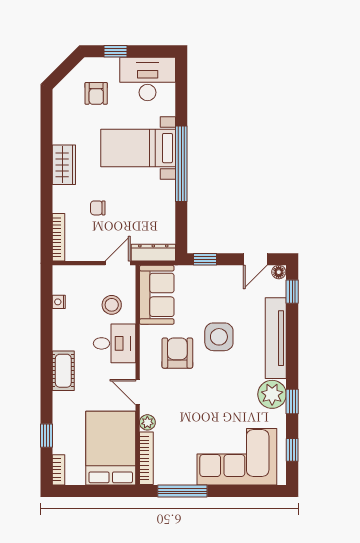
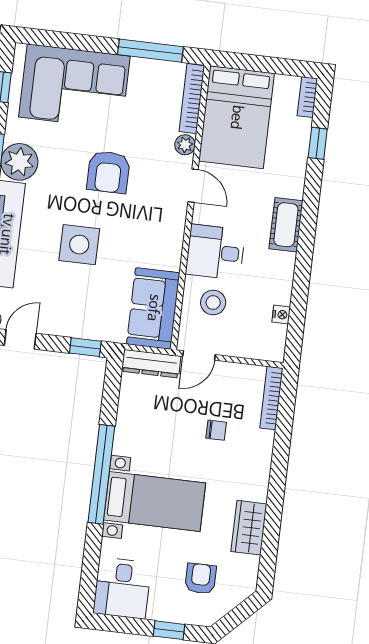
desk: (148, 79) -> (122, 588), width x0.73
wardrobe: (64, 165) -> (249, 528), moved
armchair: (177, 353) -> (108, 172), moved

